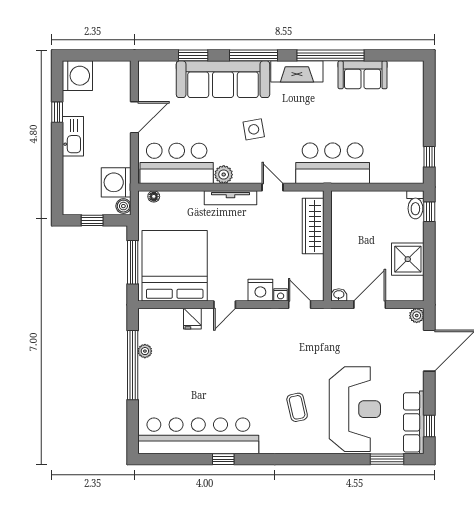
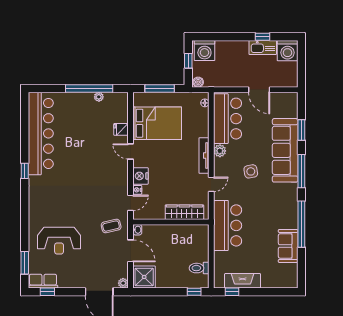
fireplace: (297, 71) -> (243, 281), moved, turned 90
kitchen sink: (73, 136) -> (263, 48), moved
washing machine: (116, 182) -> (204, 51), moved, turned 180
toilet: (415, 205) -> (199, 268), moved
shower: (408, 259) -> (144, 277), moved
bed: (175, 266) -> (157, 123), width x0.73
coffee table: (297, 407) -> (111, 226), moved
reception desk: (355, 409) -> (59, 241), width x0.74, depth x0.77
row of seats: (414, 422) -> (43, 281), width x0.68
window: (223, 459) -> (25, 171), moved

